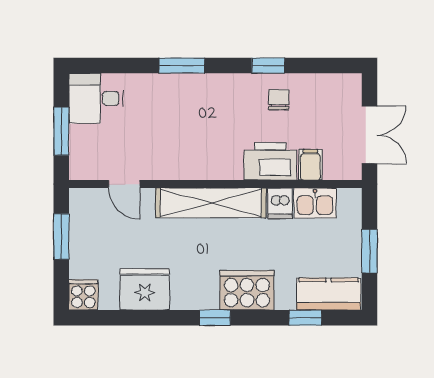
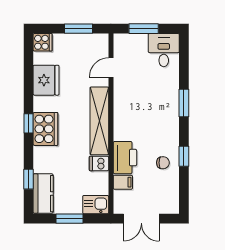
kitchen sink: (315, 203) -> (96, 205), moved, turned 90
cooker: (247, 290) -> (45, 129), moved

